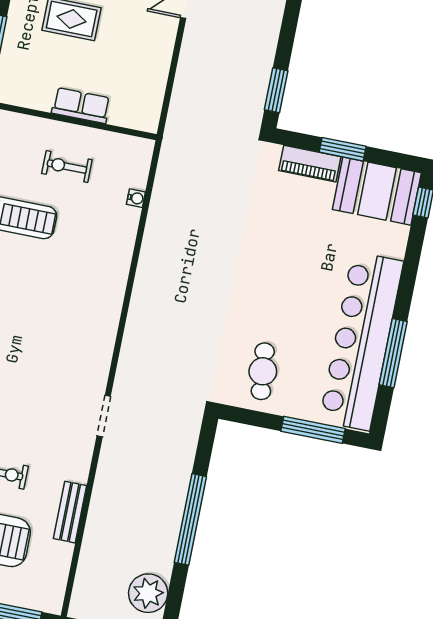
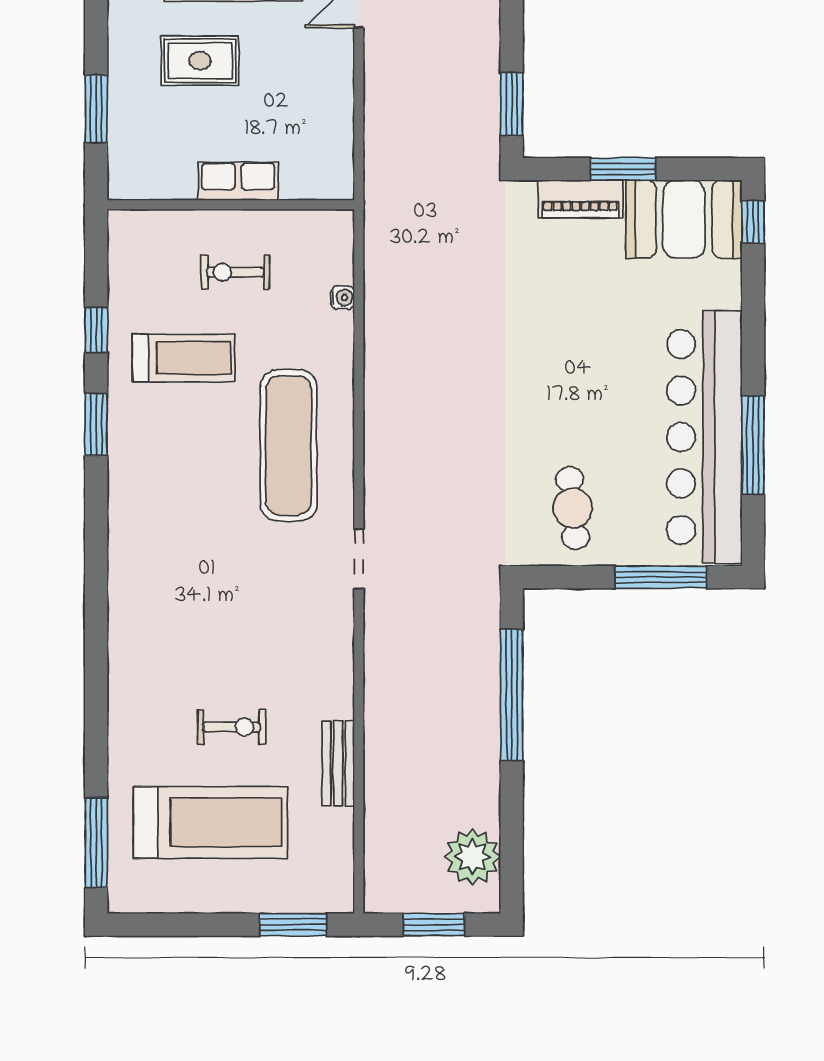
exercise mat: (79, 291) -> (289, 445), added
doorway: (104, 416) -> (359, 559), moved
window: (190, 519) -> (512, 695), moved

